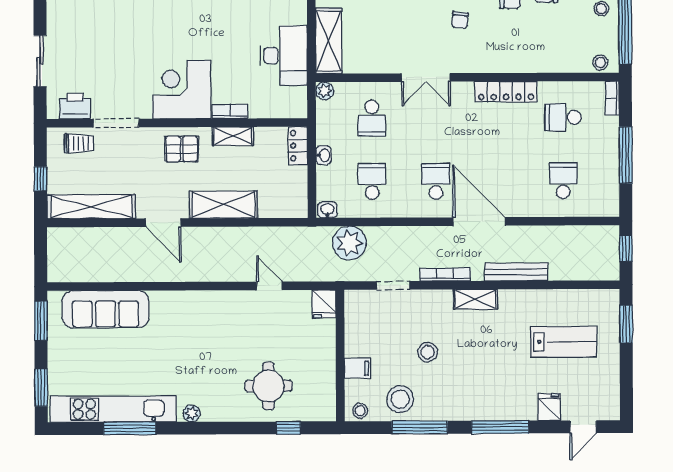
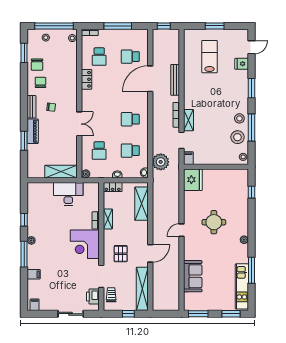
locker: (506, 92) -> (86, 79), width x0.66
school desk: (372, 118) -> (99, 151), turned 90
pallet: (182, 149) -> (121, 254), moved
shelving: (223, 205) -> (141, 204), moved
door: (479, 221) -> (150, 79), moved
door: (269, 286) -> (182, 230), moved
shelving: (475, 299) -> (188, 120), moved
fridge: (324, 304) -> (193, 180), width x1.88, depth x1.34
sofa: (106, 309) -> (193, 276), width x0.73
window: (626, 324) -> (215, 26), moved
stool: (428, 352) -> (239, 118), moved
filing cabinet: (357, 368) -> (188, 158), moved
round table: (268, 386) -> (214, 222), moved
kitchen unit: (113, 409) -> (242, 286), width x0.73
window: (500, 427) -> (251, 88), width x0.69
door: (583, 427) -> (251, 47), hinge flipped

